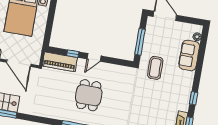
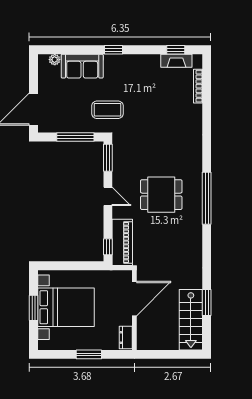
window: (73, 54) -> (108, 247), moved
window: (121, 62) -> (108, 158), added
window: (193, 98) -> (114, 50), moved

